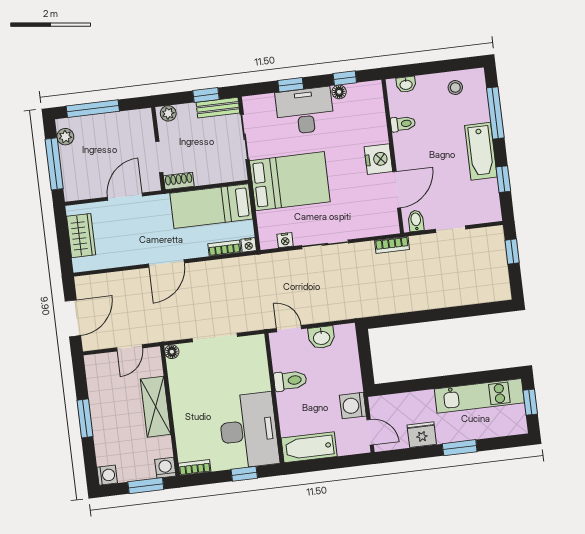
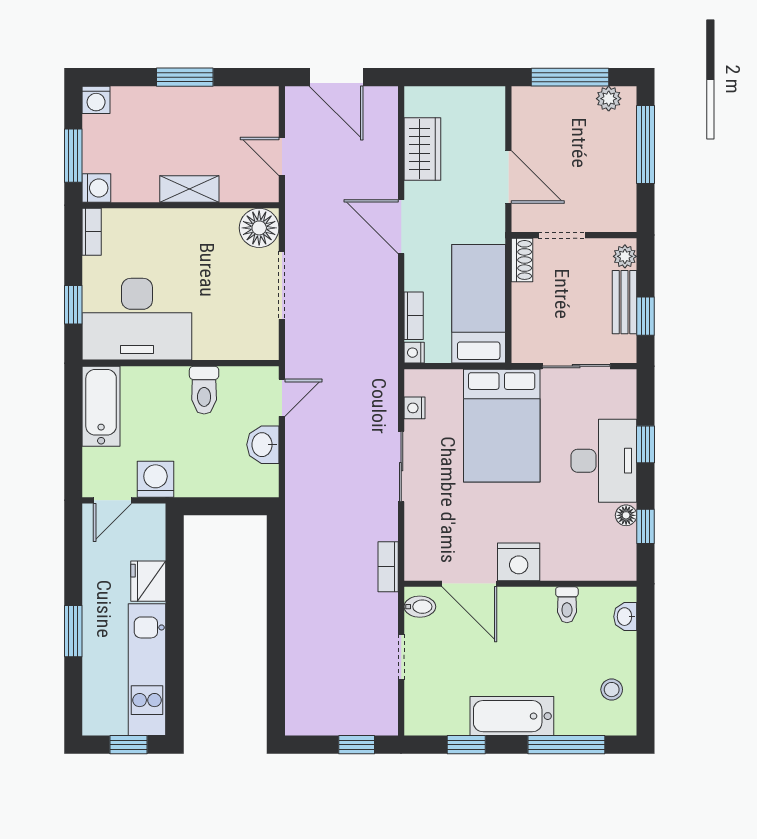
bench: (218, 108) -> (624, 302), moved
wardrobe: (81, 236) -> (422, 149), moved, turned -90
floor lamp: (172, 352) -> (259, 228), width x1.89, depth x1.89
shelving: (156, 407) -> (189, 189), width x0.67, depth x0.75
fridge: (422, 435) -> (148, 581), moved, turned 180

